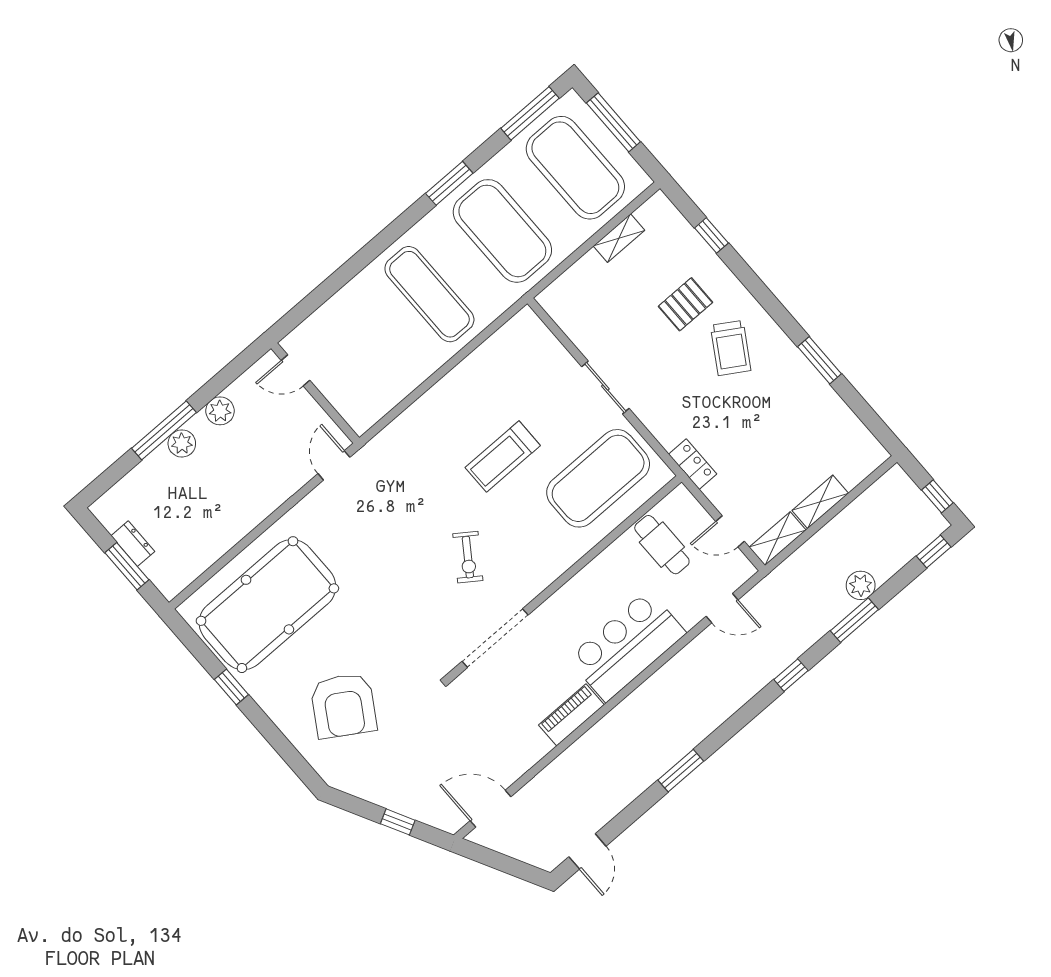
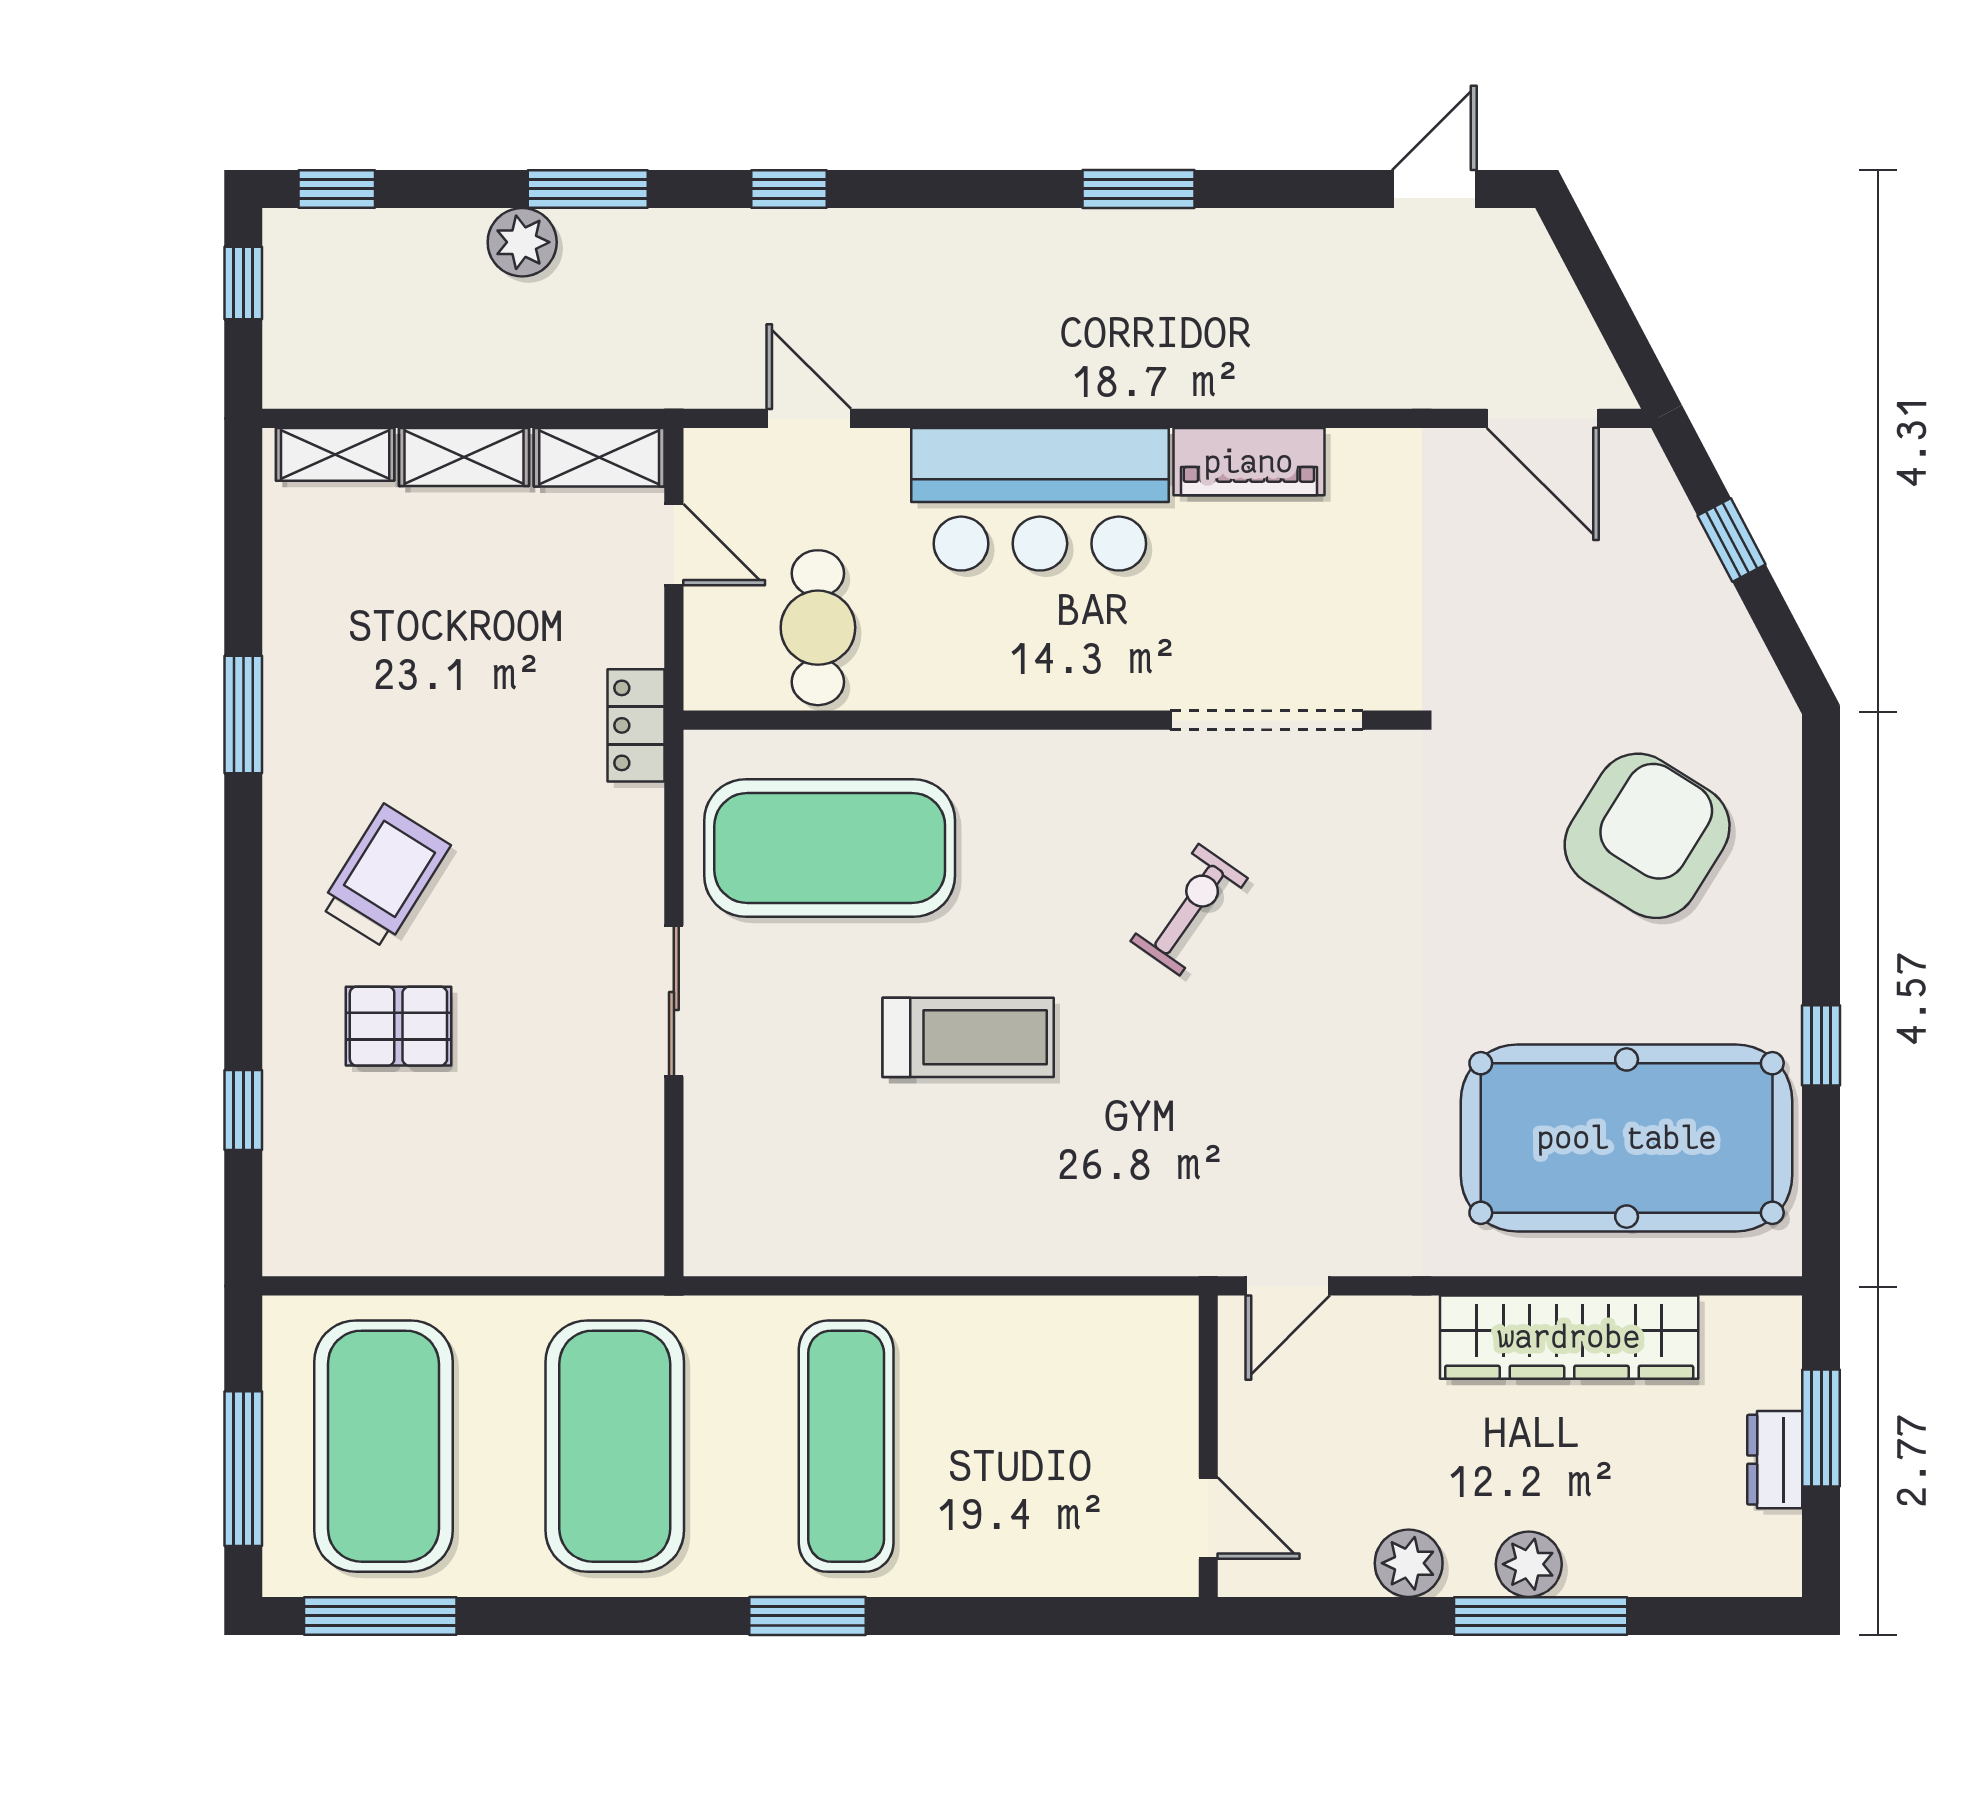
window: (449, 183) -> (807, 1616), moved
shelving: (619, 238) -> (335, 454), moved
wardrobe: (231, 526) -> (1569, 1337), added

